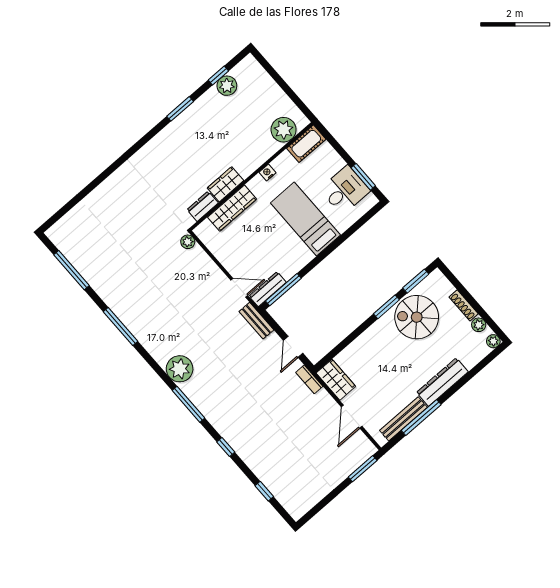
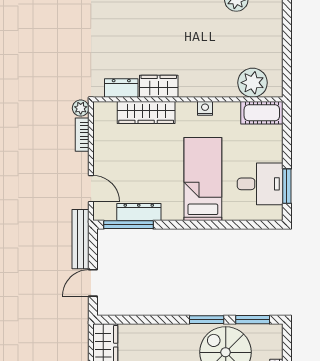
dresser: (268, 289) -> (139, 212), moved
bench: (256, 321) -> (81, 239), width x1.36
bookcase: (309, 379) -> (82, 135), moved

